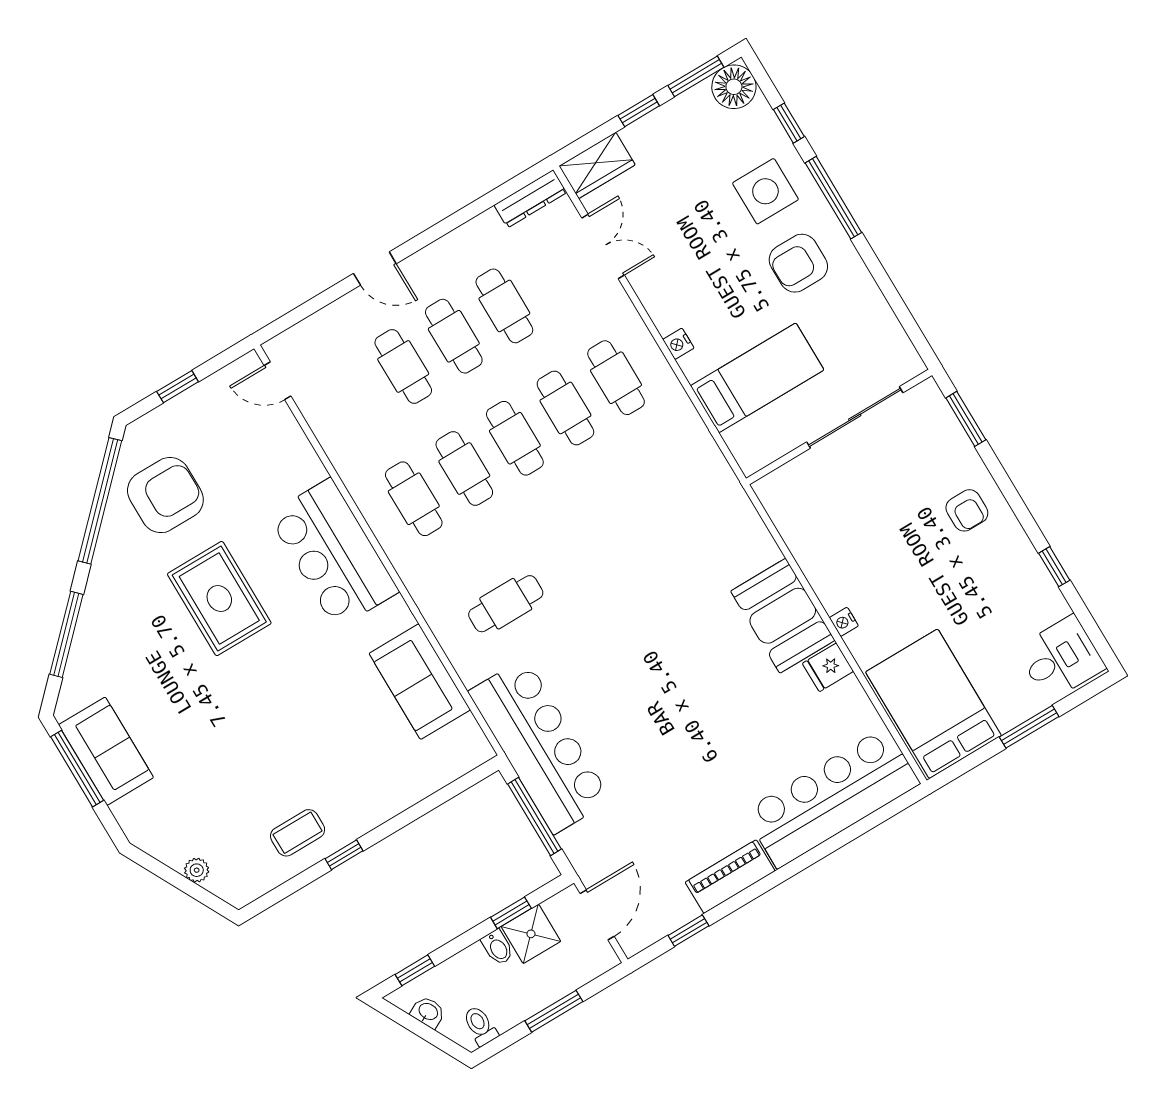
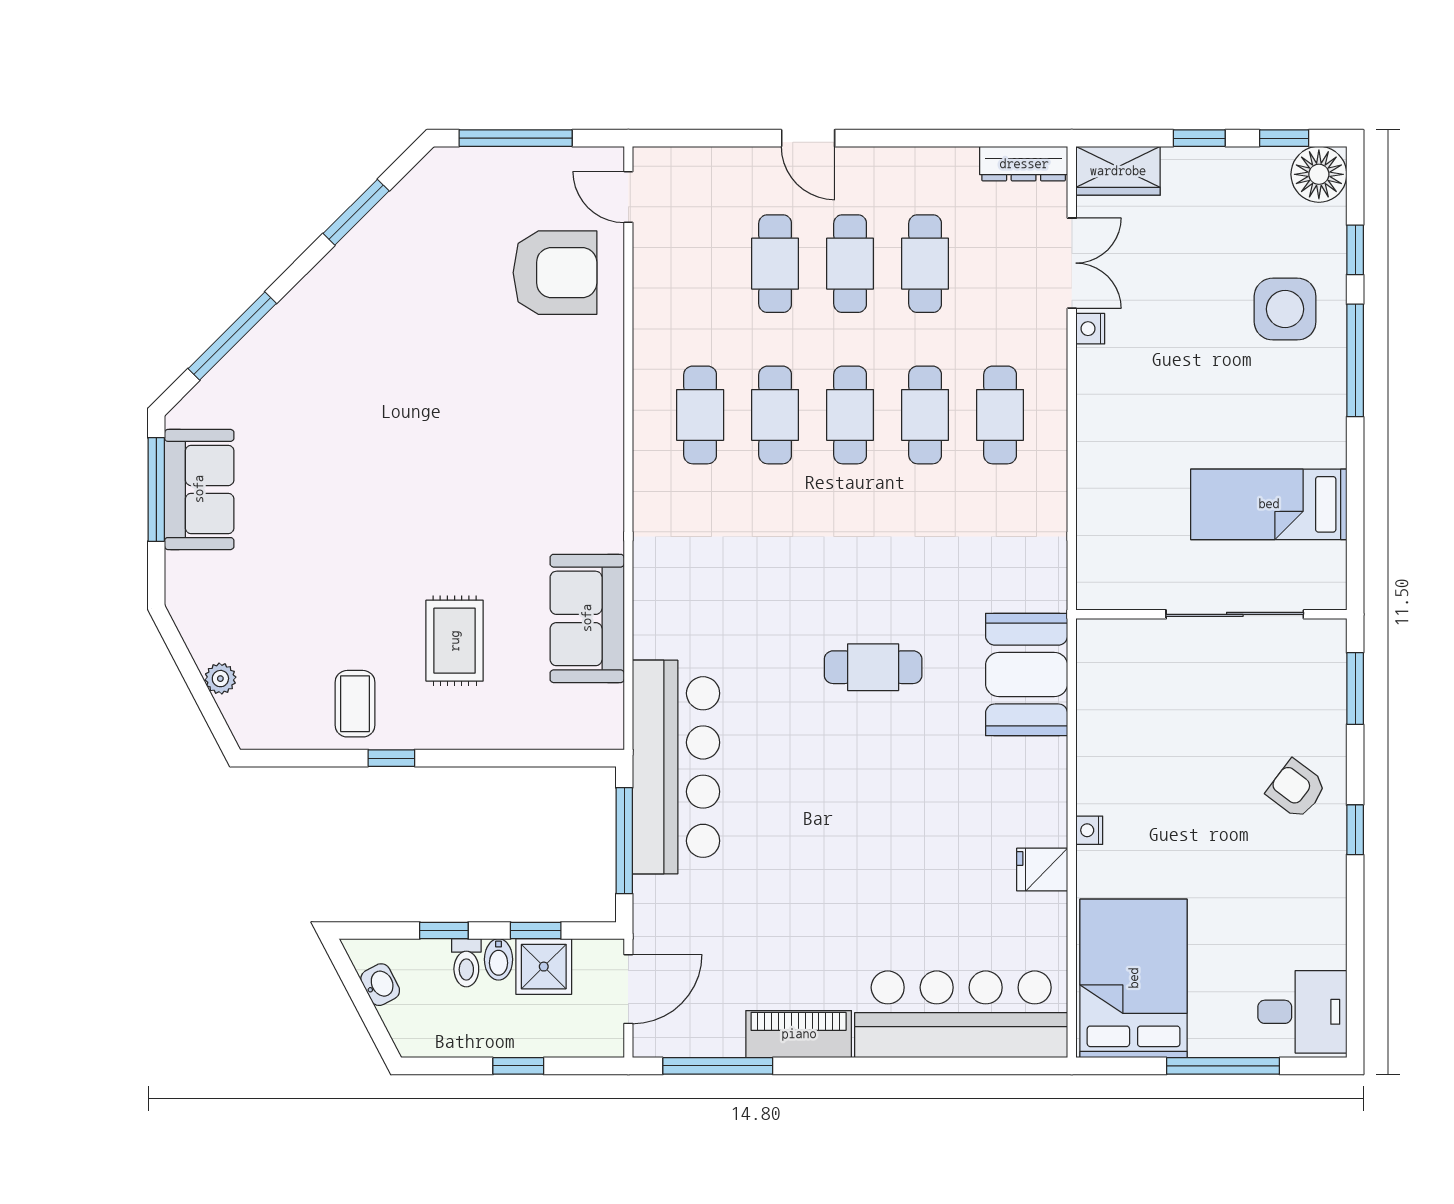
window: (696, 76) -> (1284, 138), width x0.67
armchair: (798, 263) -> (1274, 409), removed
nightstand: (678, 344) -> (1090, 329), moved
bed: (757, 378) -> (1269, 504), moved, turned 180
window: (178, 387) -> (516, 138), width x2.17
armchair: (165, 495) -> (555, 273), moved
window: (100, 501) -> (356, 212), width x0.47
armchair: (967, 510) -> (1296, 789), turned 127
bar counter: (333, 553) -> (577, 422), removed
window: (1054, 567) -> (1355, 830), moved
rug: (219, 599) -> (455, 641), moved, width x0.73, depth x0.70
cafe table: (506, 604) -> (873, 667), moved
booth: (783, 616) -> (1027, 675), moved
window: (1029, 727) -> (1223, 1066), width x1.44
coffee table: (298, 833) -> (355, 704), turned 90
window: (688, 931) -> (718, 1066), width x2.17
window: (415, 970) -> (444, 930), moved
window: (554, 1011) -> (518, 1066), width x0.67
toilet: (480, 1026) -> (466, 963), moved, turned 180

